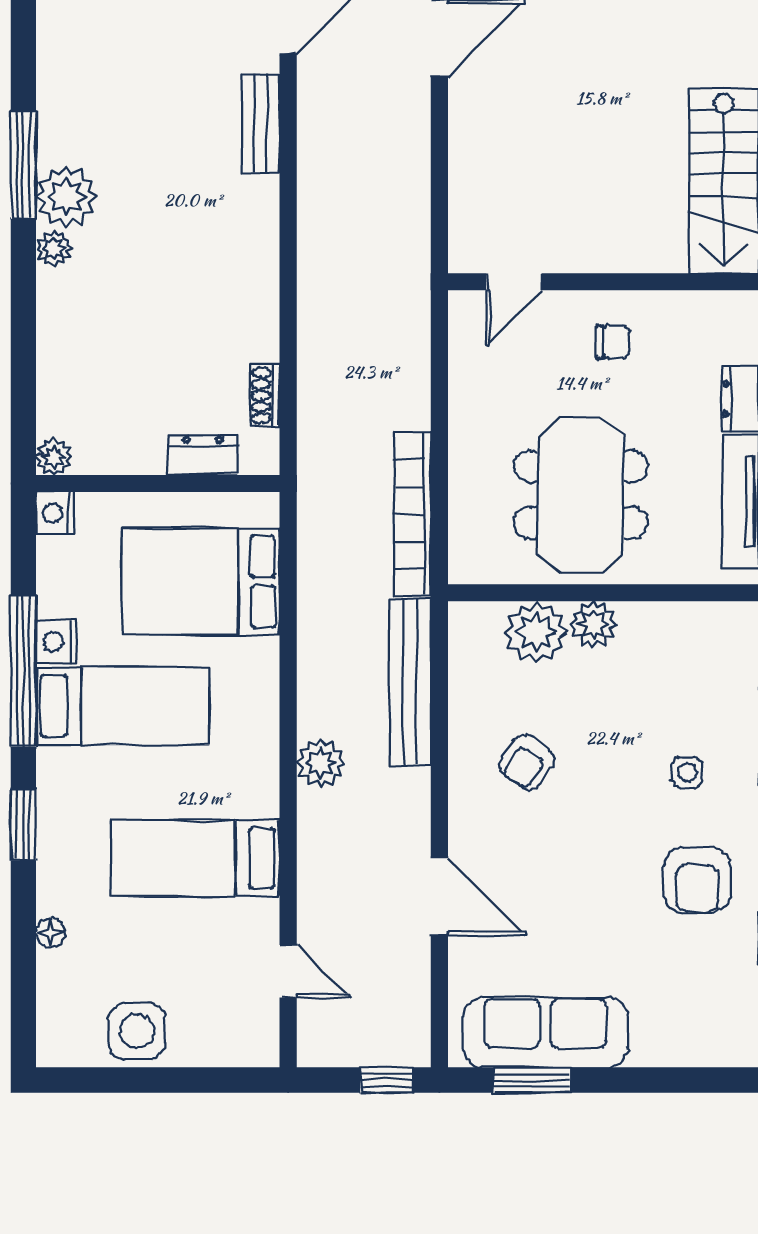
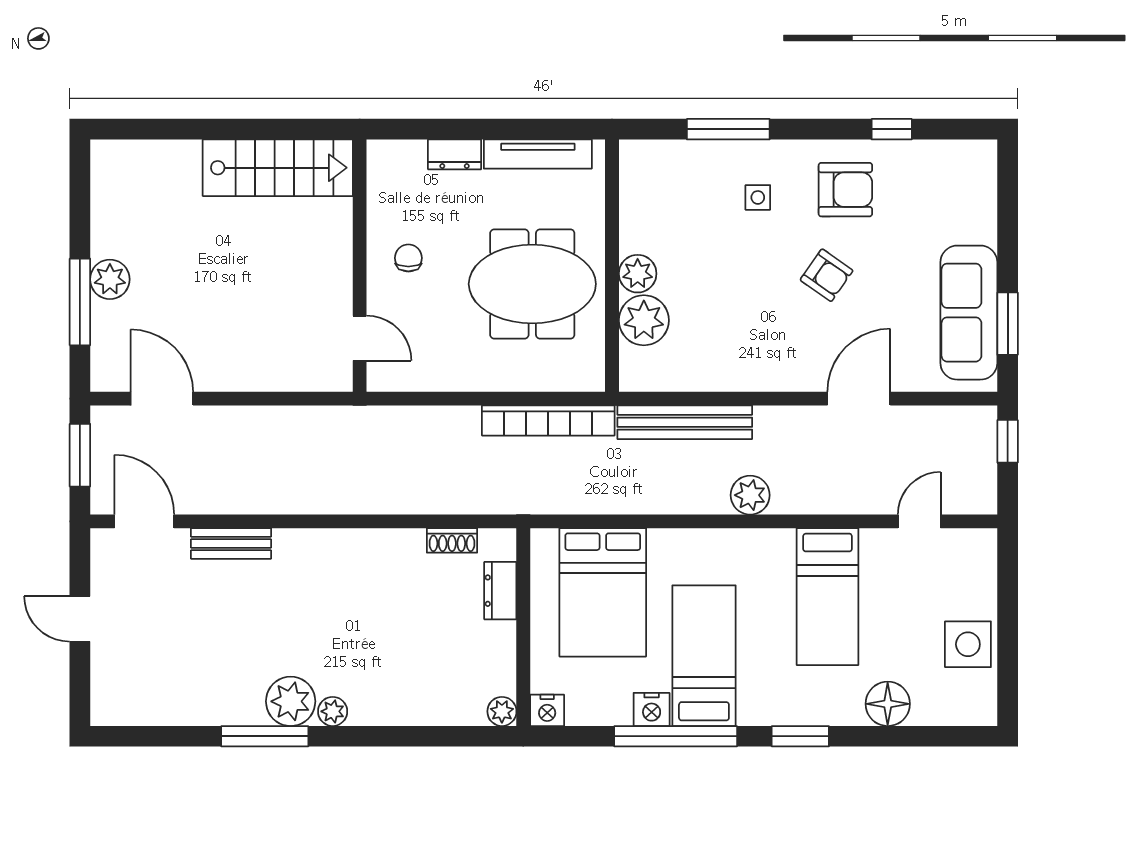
armchair: (527, 763) -> (827, 275), moved
floor lamp: (50, 932) -> (888, 704), width x1.89, depth x1.89

